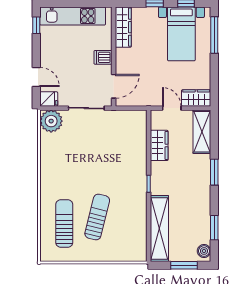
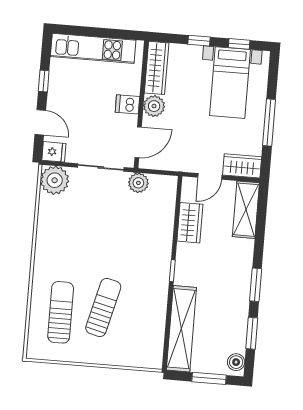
window: (36, 25) -> (44, 81), moved
window: (214, 35) -> (269, 122), moved
plant: (124, 57) -> (154, 106), added
door: (172, 108) -> (210, 176), swing flipped
plant: (117, 118) -> (138, 183), added
window: (214, 172) -> (256, 285), moved

